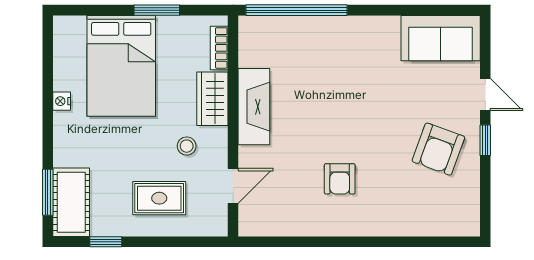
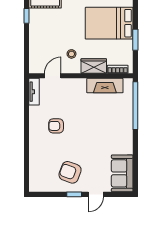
fireplace: (254, 107) -> (105, 86), moved
door: (233, 186) -> (53, 76), swing flipped
rug: (159, 198) -> (47, 41), removed
tv unit: (267, 226) -> (34, 92), added

